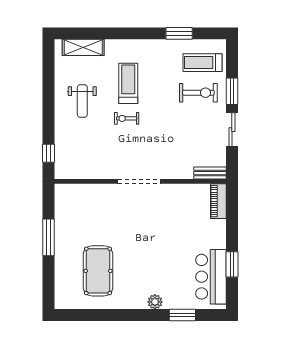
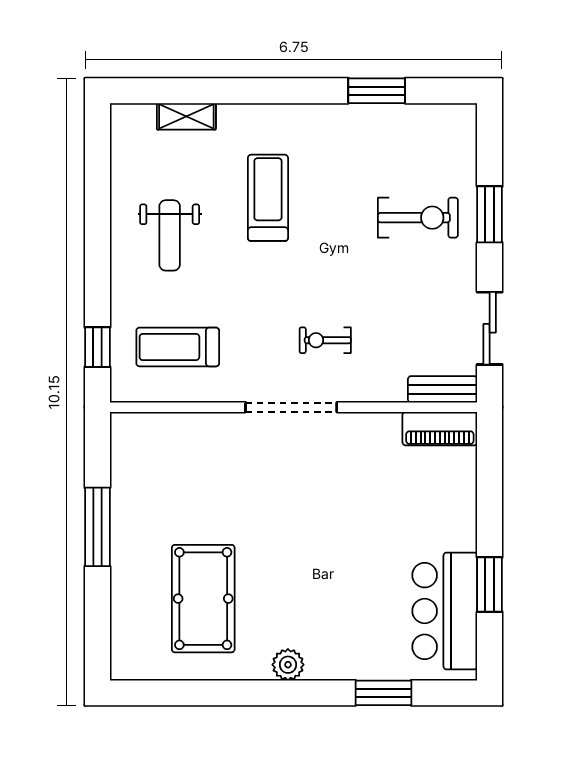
shelving: (83, 47) -> (186, 116), width x0.67, depth x0.75
treadmill: (202, 63) -> (178, 347), moved
exercise bike: (127, 118) -> (325, 340), moved
sliding door: (232, 130) -> (490, 328), moved
piano: (218, 201) -> (440, 429), moved, turned -90
plant: (155, 302) -> (288, 665), moved

